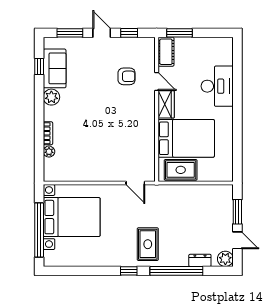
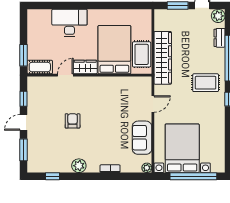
sofa: (55, 68) -> (142, 138), moved, turned -90
armchair: (127, 76) -> (73, 121), moved
plant: (49, 152) -> (147, 168), moved
door: (135, 183) -> (153, 104), moved
wardrobe: (177, 194) -> (163, 58), added

